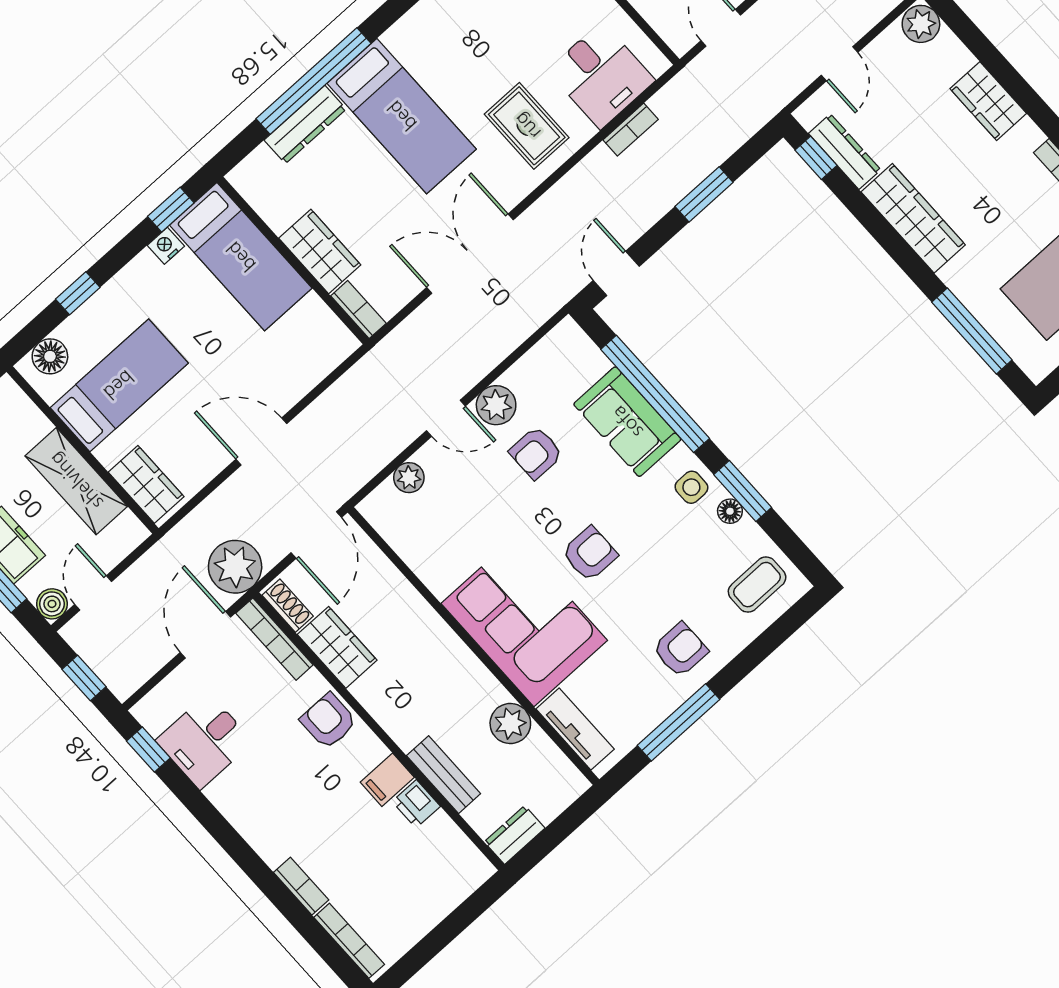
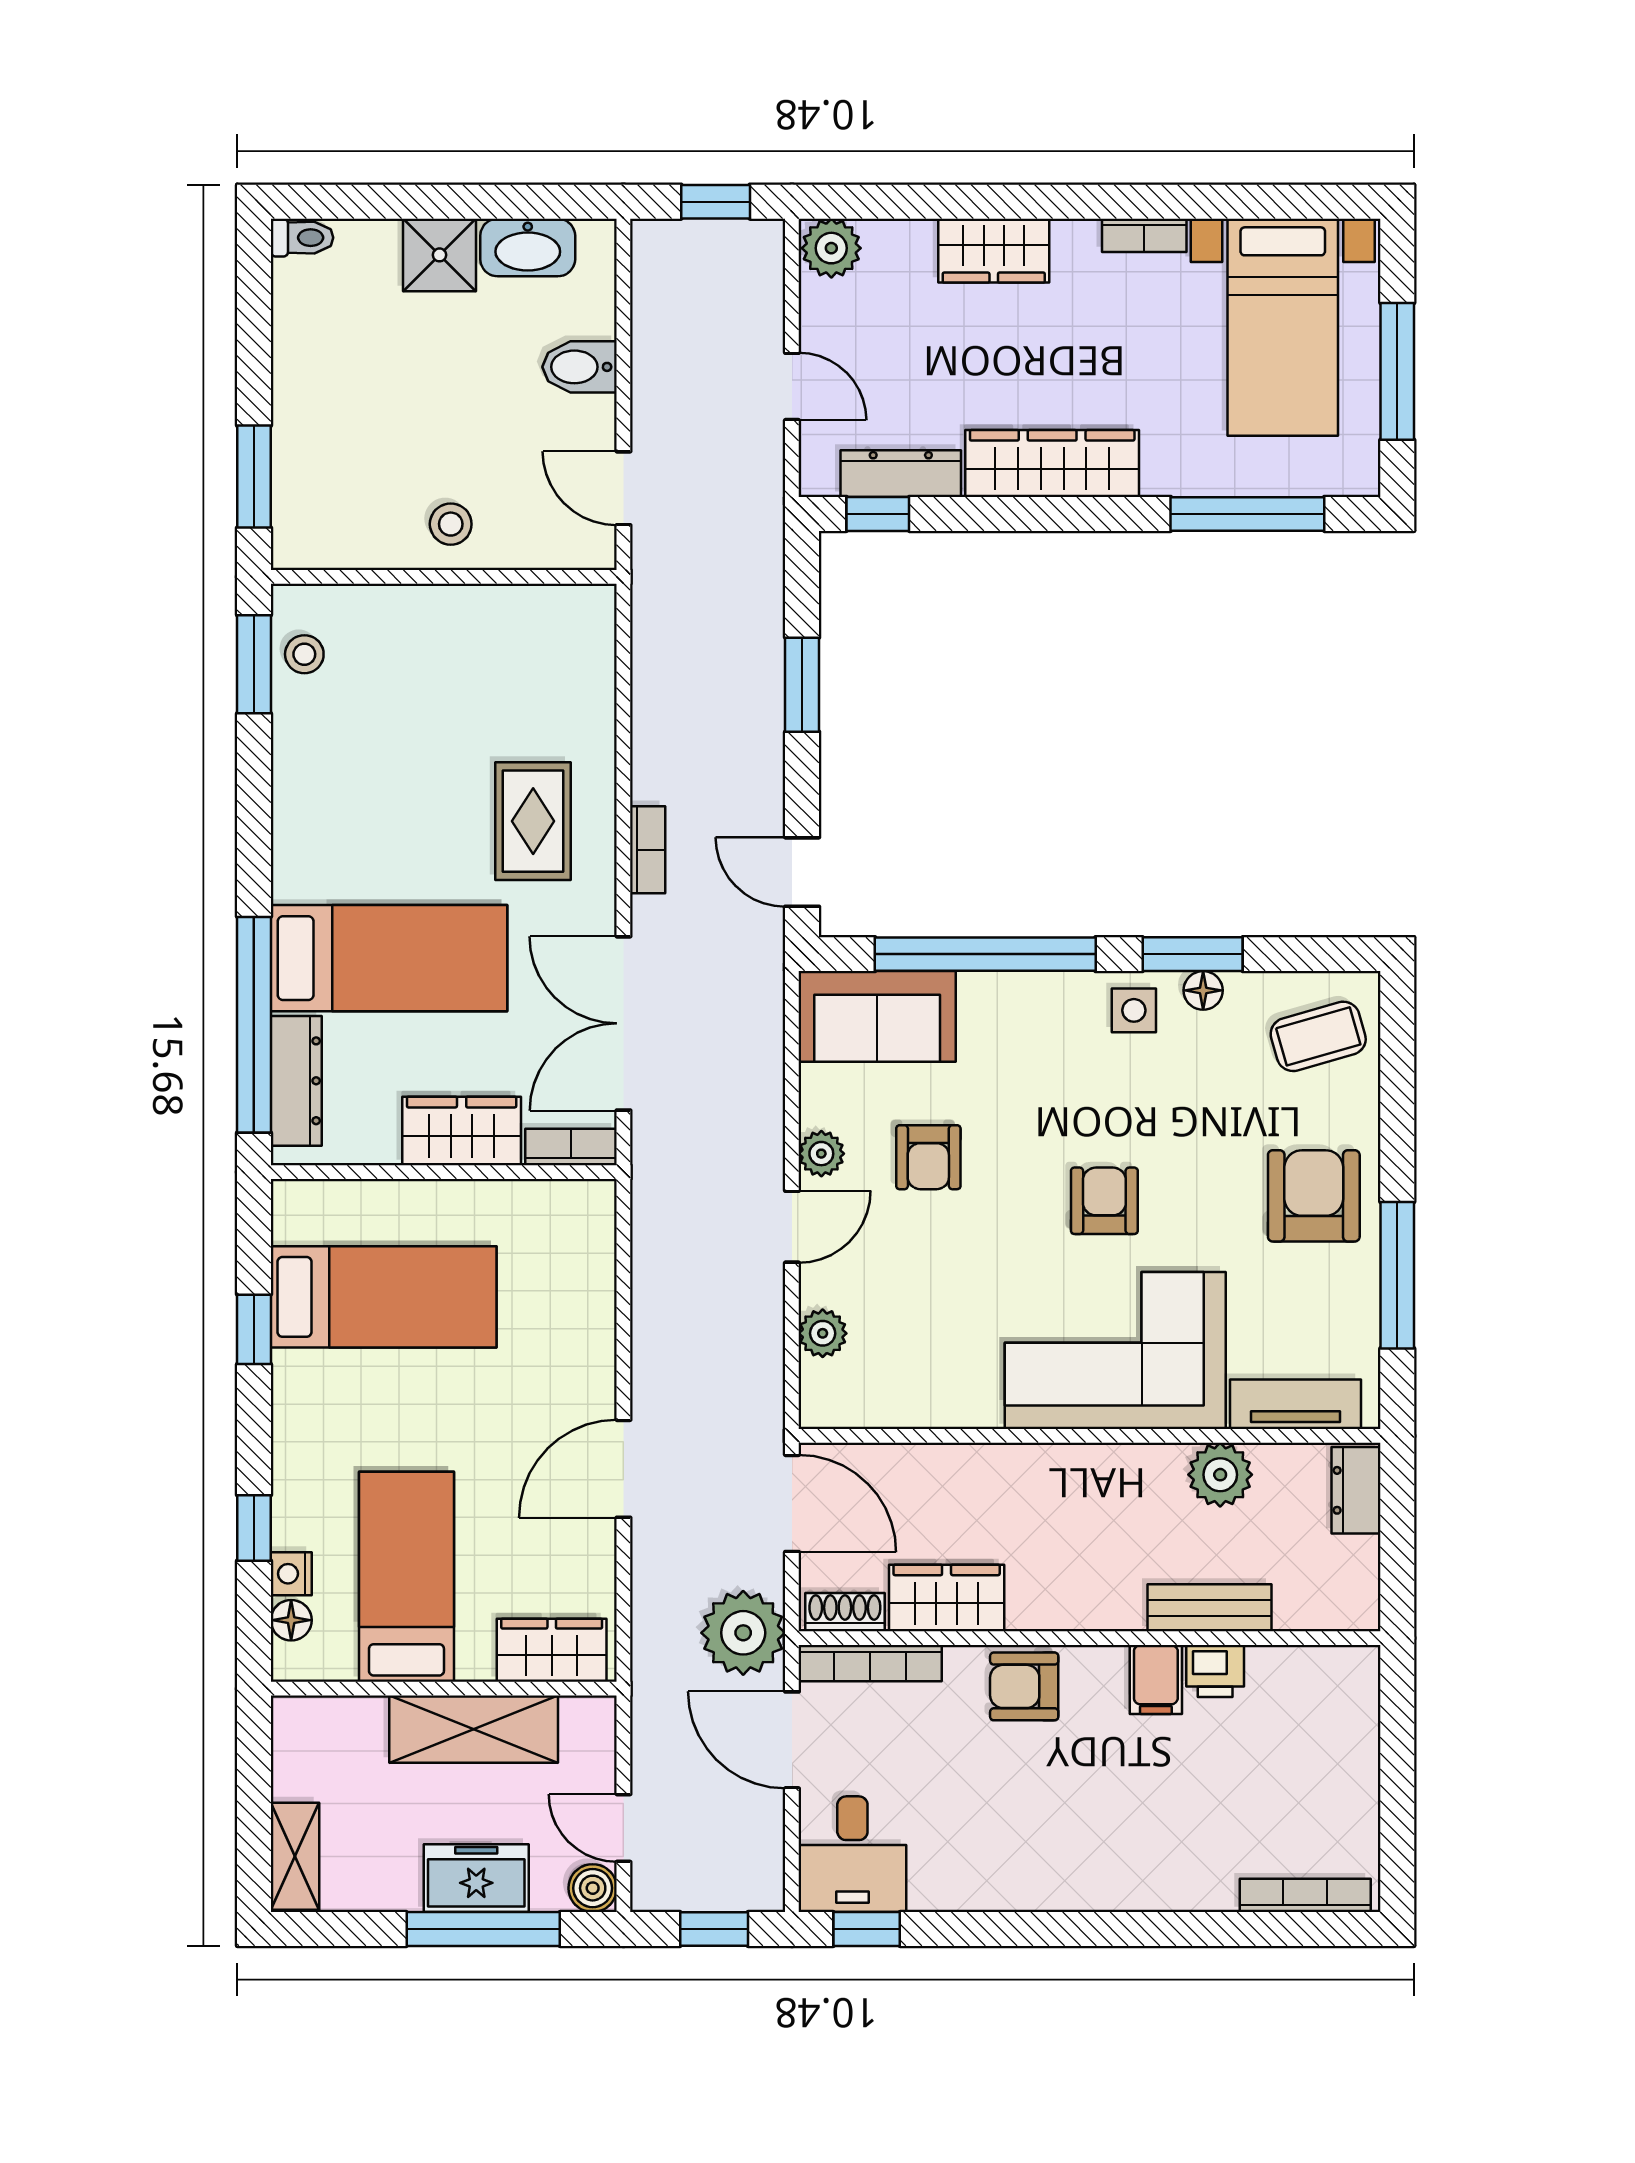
desk: (601, 75) -> (552, 680), removed
rug: (527, 126) -> (533, 821), turned 90
bookcase: (631, 130) -> (648, 850), moved
nightstand: (166, 246) -> (291, 1574), moved
wardrobe: (320, 252) -> (462, 1131), moved
wall: (293, 261) -> (444, 1172), moved
bookcase: (358, 310) -> (571, 1147), moved
floor lamp: (50, 356) -> (291, 1620), width x0.73, depth x0.73
plant: (496, 405) -> (821, 1154), width x0.73, depth x0.73
sofa: (627, 422) -> (877, 1016), moved
coffee table: (757, 585) -> (1318, 1036), turned 74
armchair: (680, 650) -> (1314, 1196), width x1.38, depth x1.38
desk: (204, 741) -> (852, 1854), moved
dresser: (515, 835) -> (1356, 1490), moved
bookcase: (301, 886) -> (1190, 1894), removed

